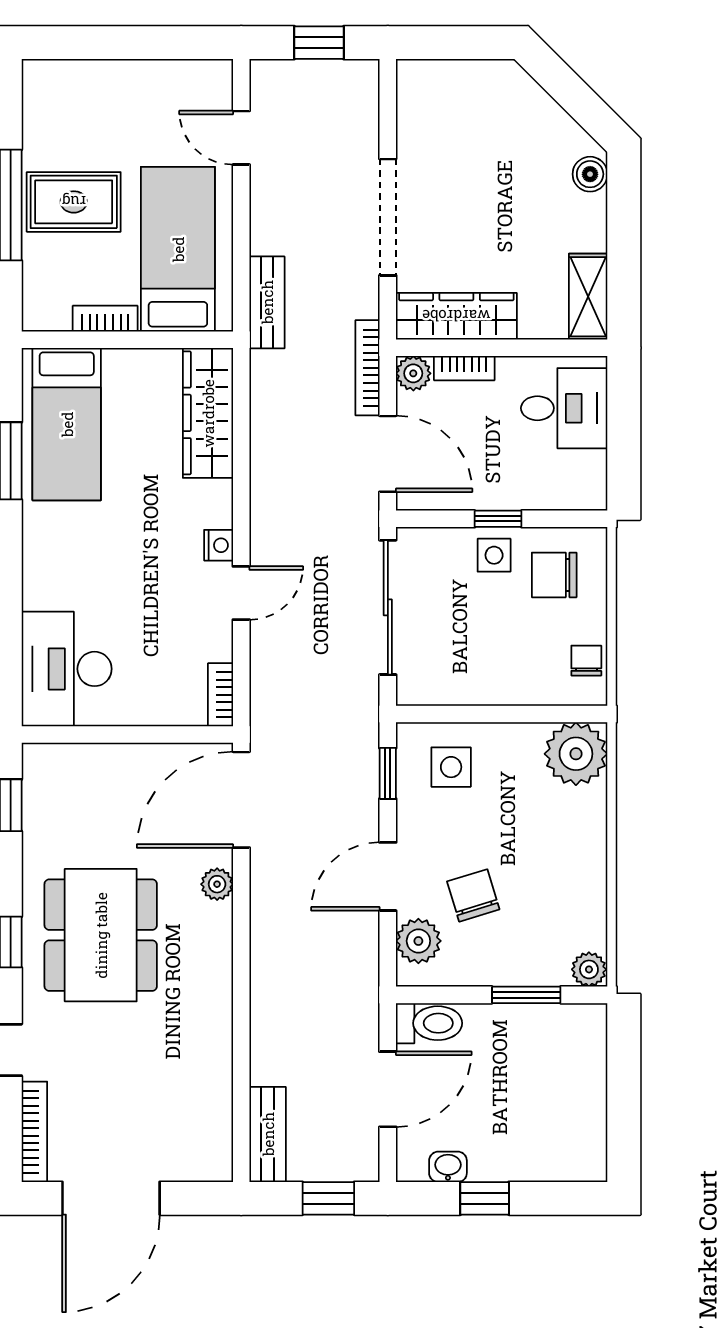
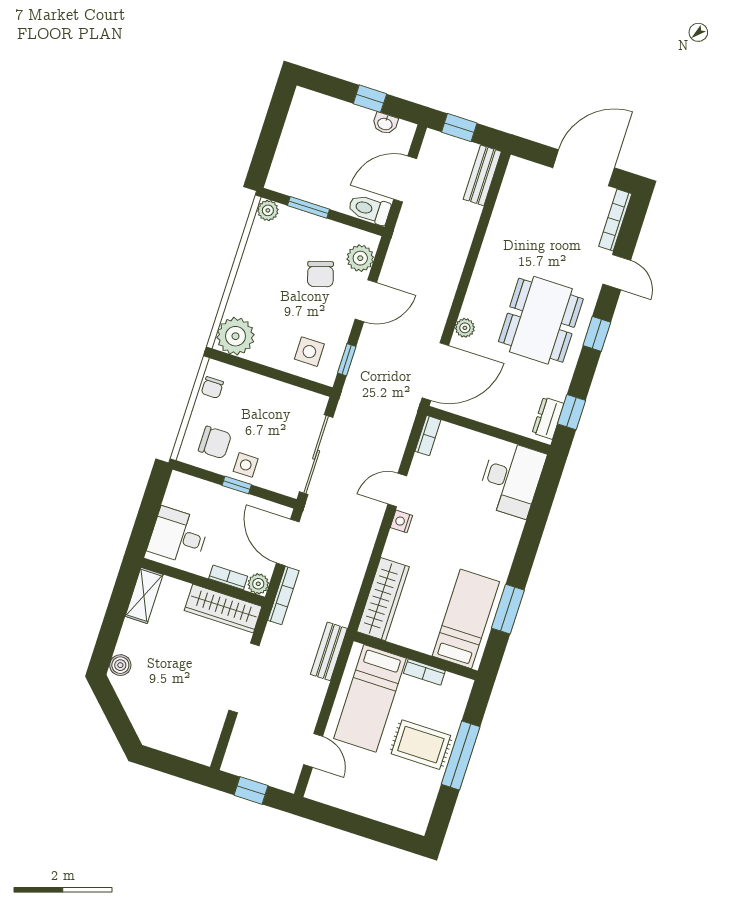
dresser: (39, 784) -> (548, 418), added

